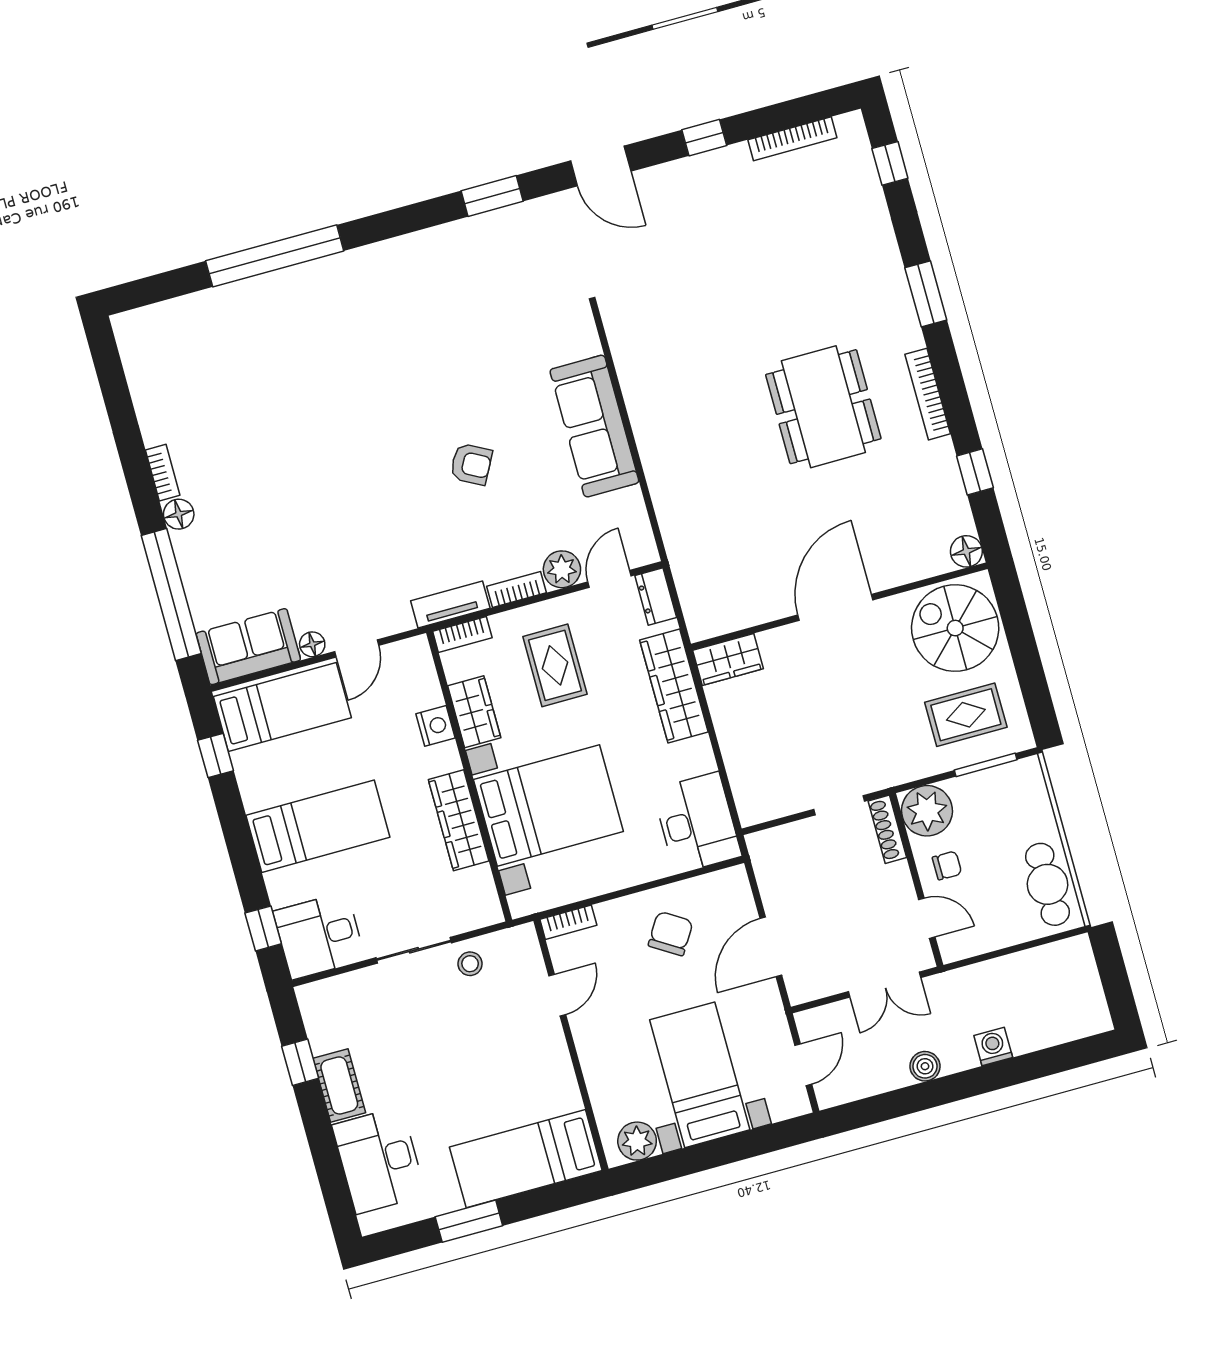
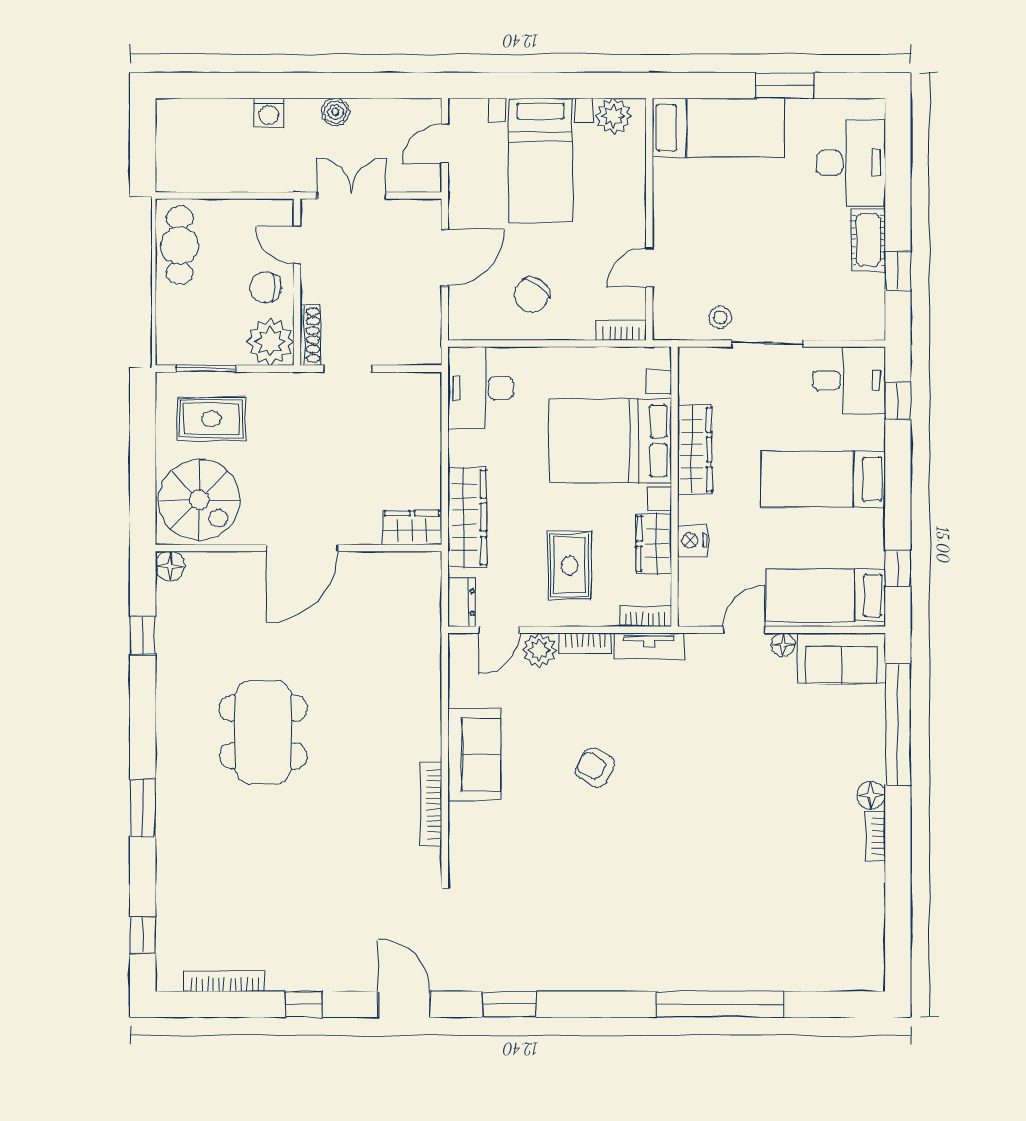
bookcase: (928, 394) -> (431, 804), moved, turned 180
sofa: (594, 426) -> (474, 755), width x0.73
chair: (947, 865) -> (266, 288), width x1.37, depth x1.37

